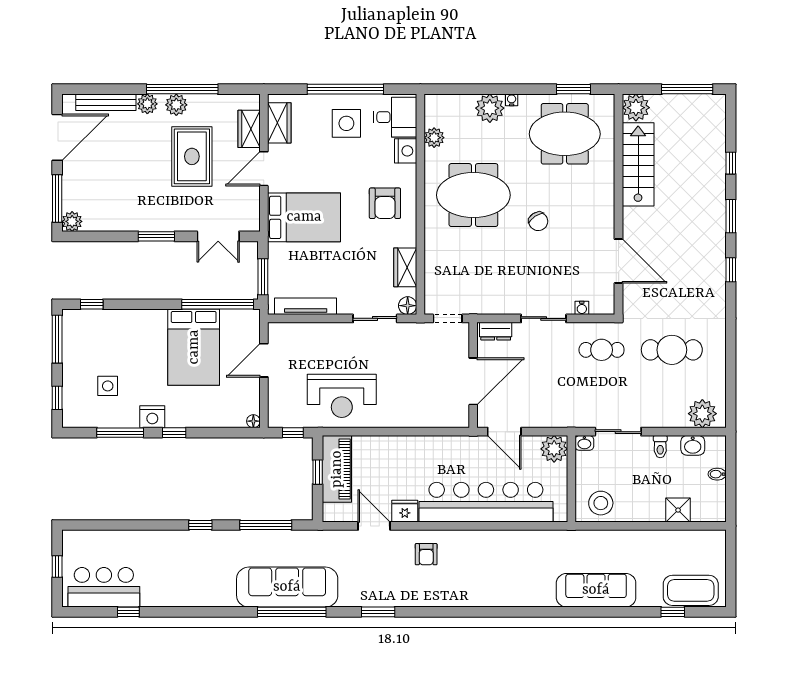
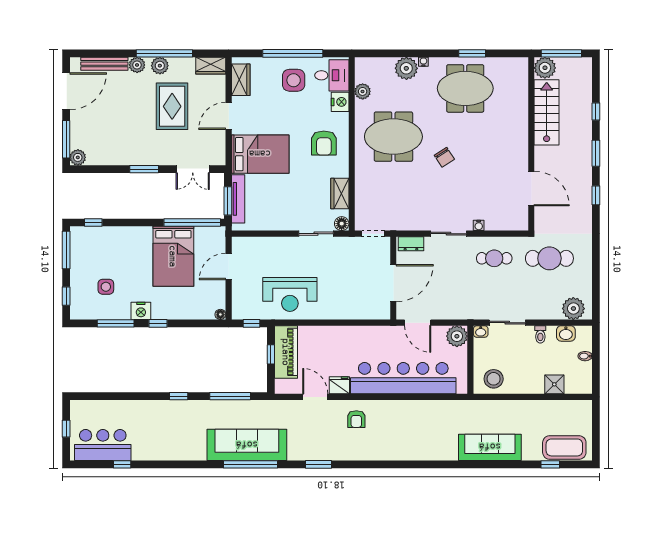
plant: (636, 108) -> (545, 68), moved
wardrobe: (249, 129) -> (211, 66), moved, turned -90
stairs: (638, 164) -> (547, 112), moved
wall: (619, 204) -> (531, 144), moved
door: (619, 261) -> (531, 188), moved
tv unit: (306, 306) -> (238, 199), moved, turned 90

